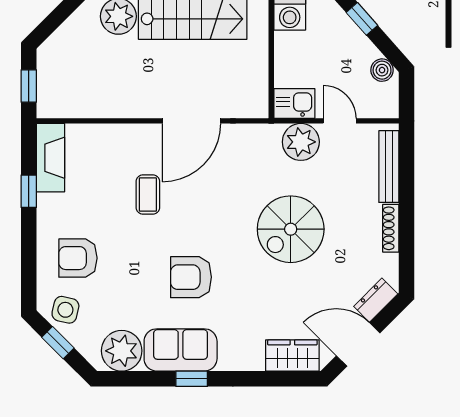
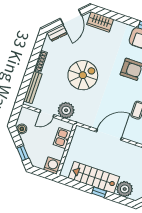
kitchen sink: (294, 103) -> (62, 138), moved, turned 90
door: (340, 121) -> (47, 114), hinge flipped
door: (358, 344) -> (71, 17), hinge flipped

